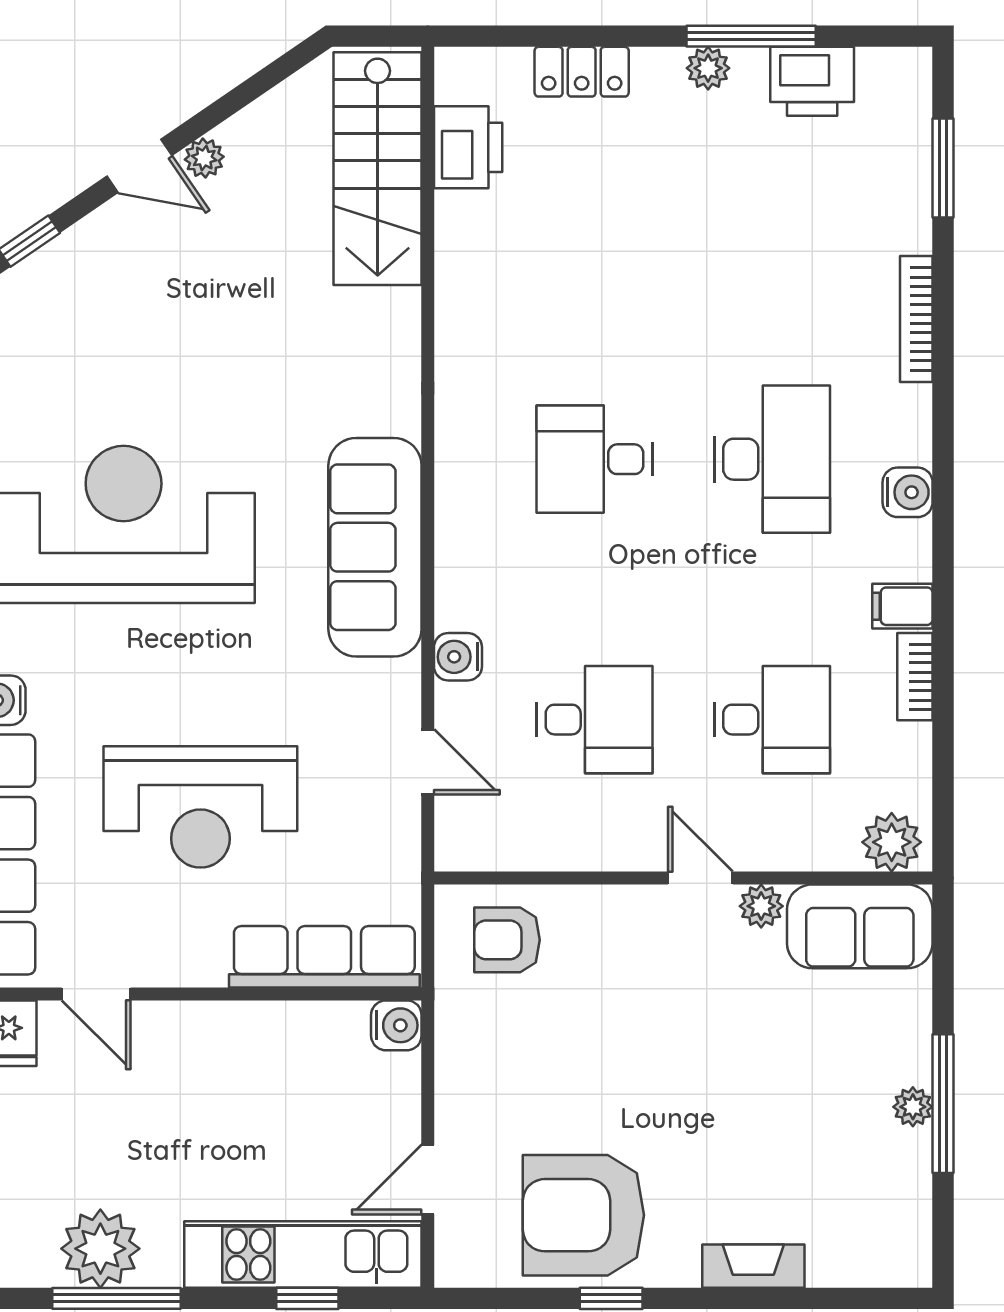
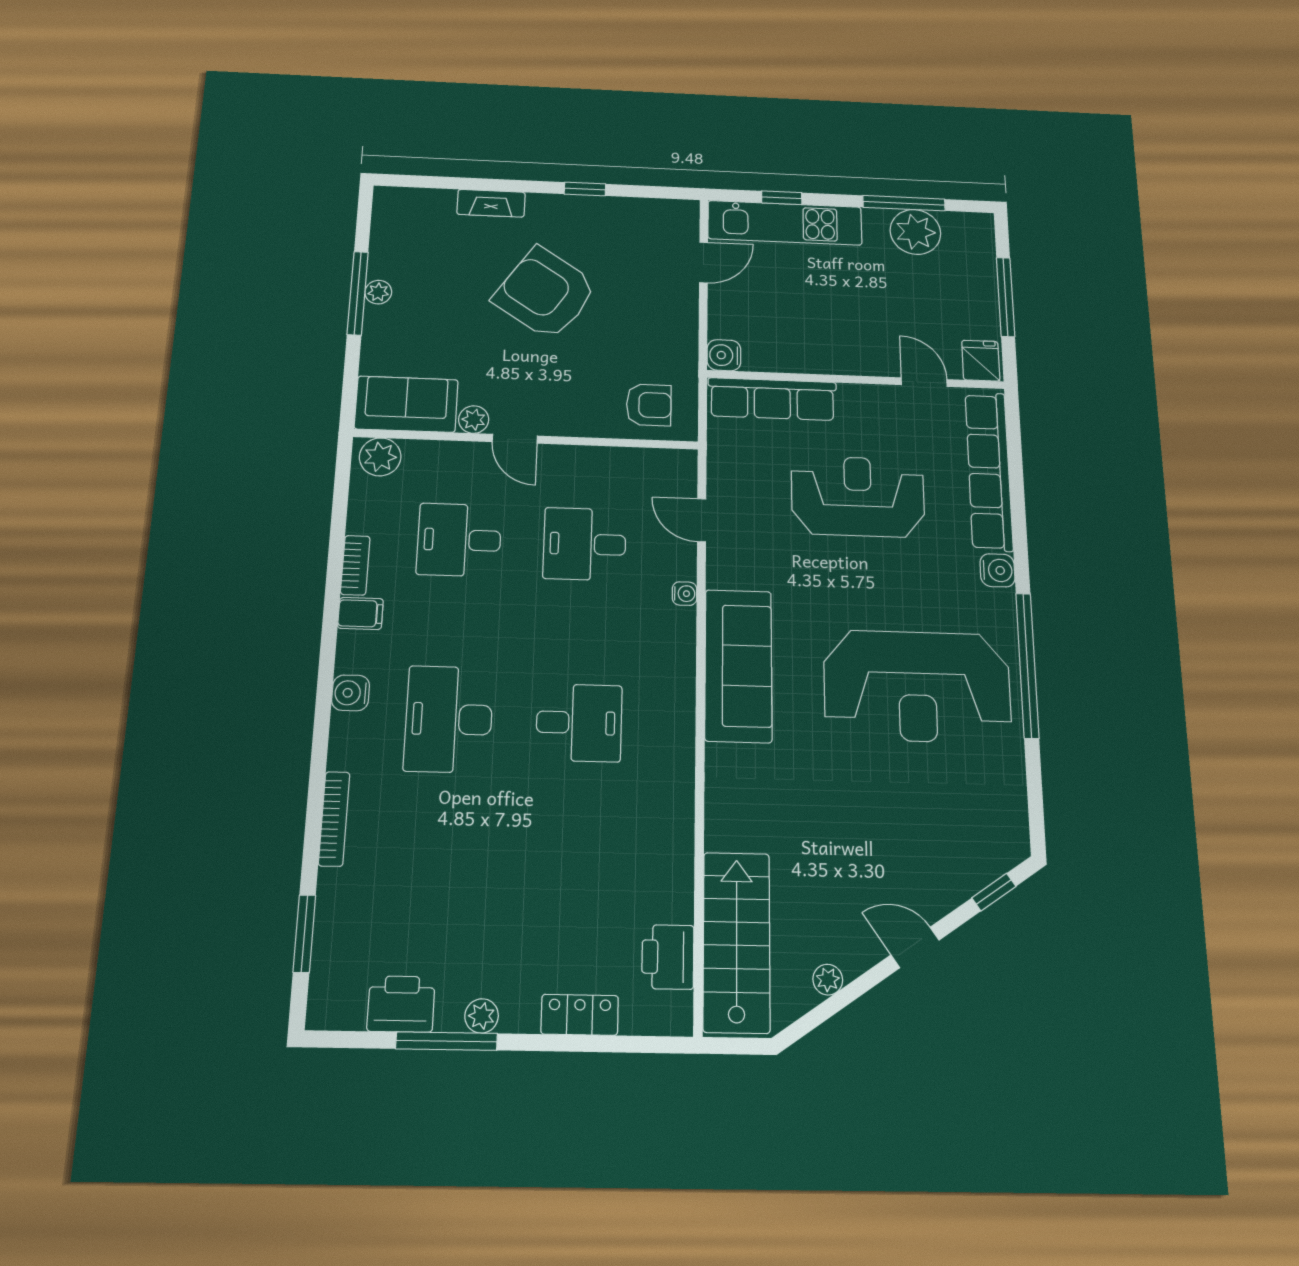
plant: (204, 158) -> (828, 980), moved
water cooler: (458, 657) -> (685, 594), width x0.72, depth x0.72
armchair: (583, 1215) -> (545, 293), moved, turned -146

